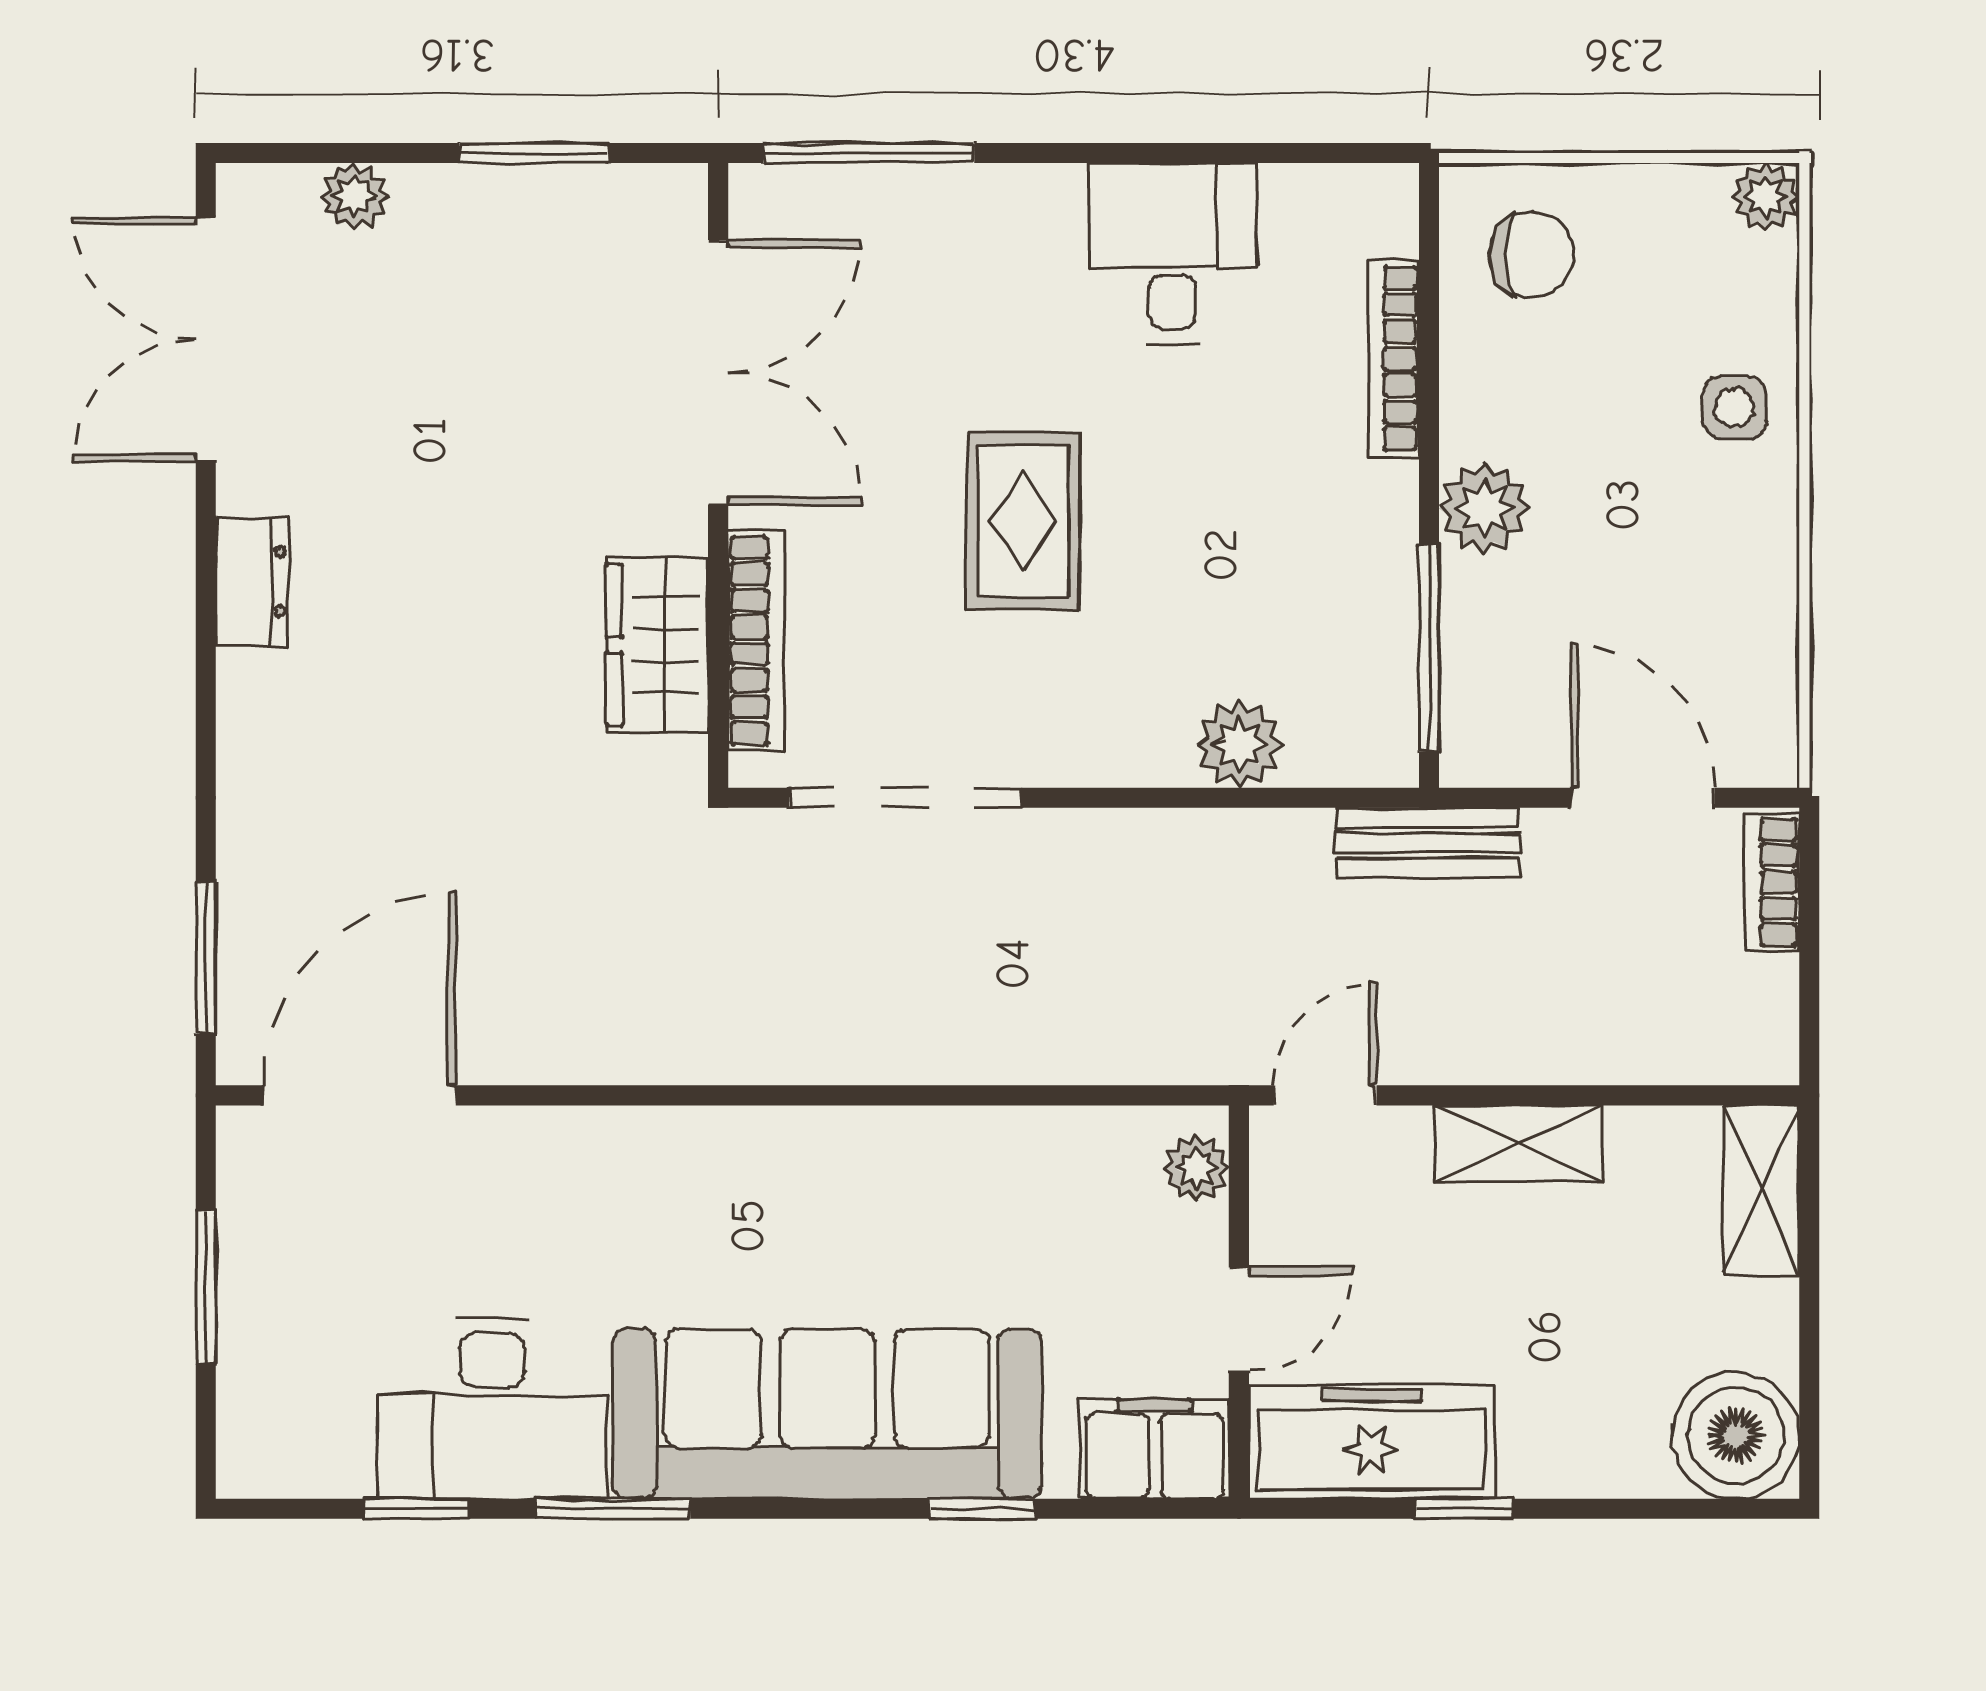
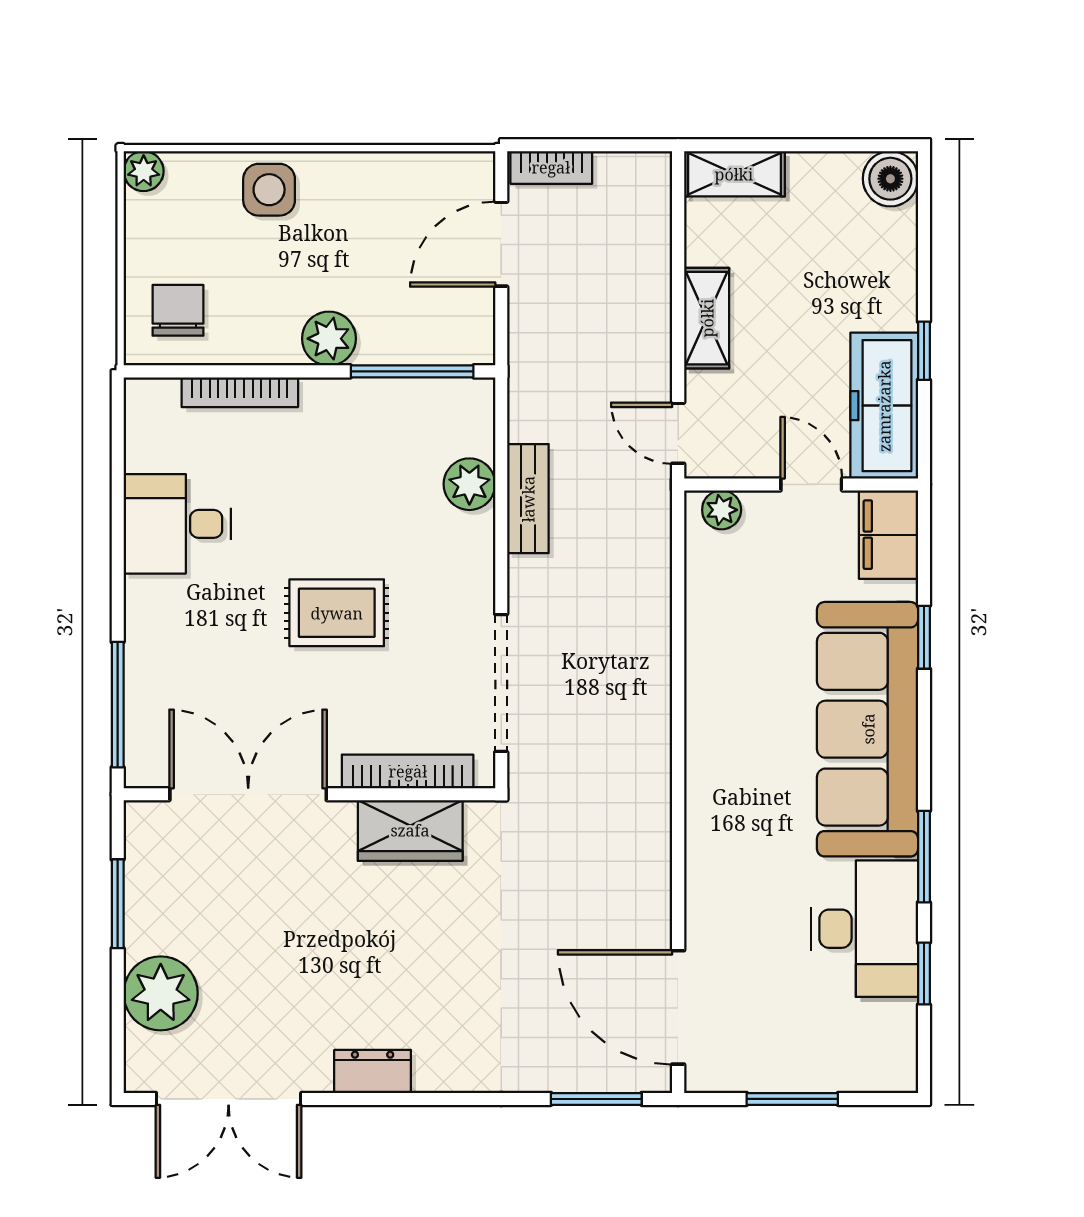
plant: (354, 196) -> (161, 993), width x1.88, depth x1.88
side table: (1734, 408) -> (269, 190), width x1.37, depth x1.37
bench: (1428, 843) -> (528, 499), moved
boiler: (1736, 1435) -> (890, 179), width x0.73, depth x0.73

